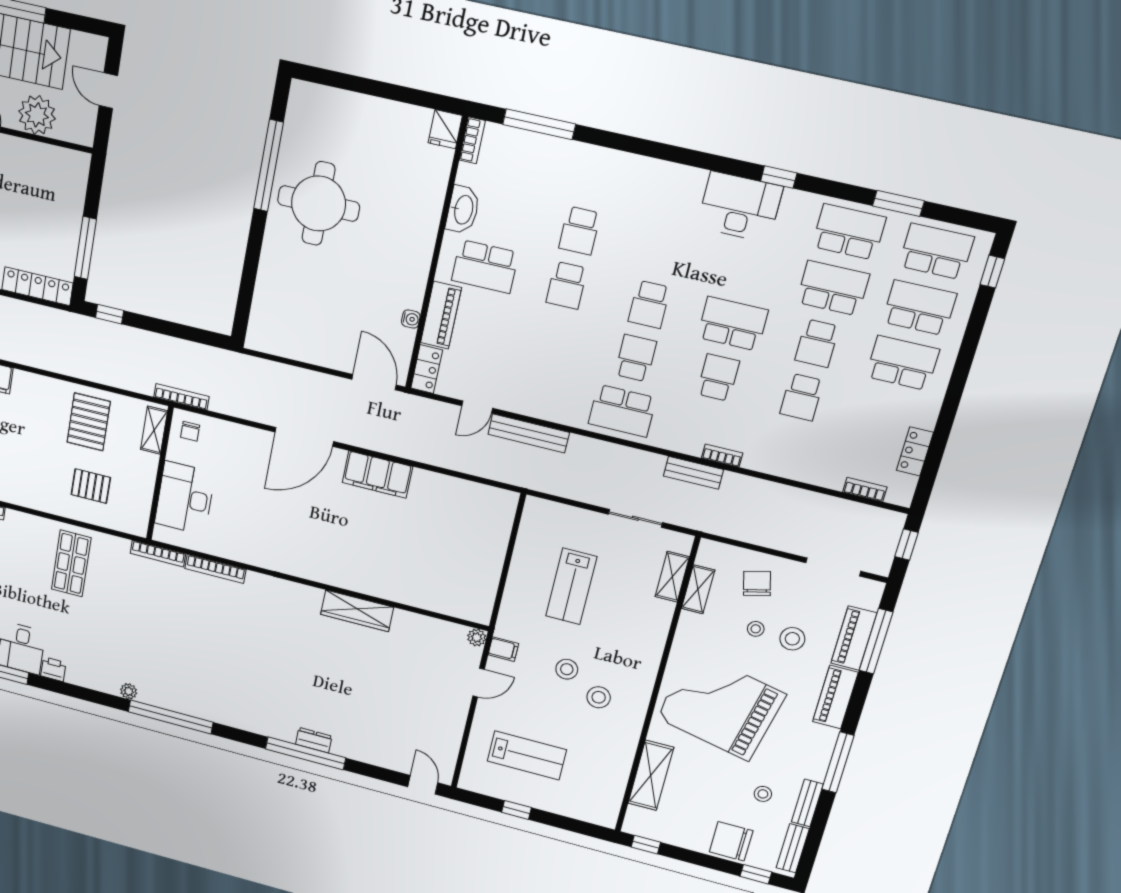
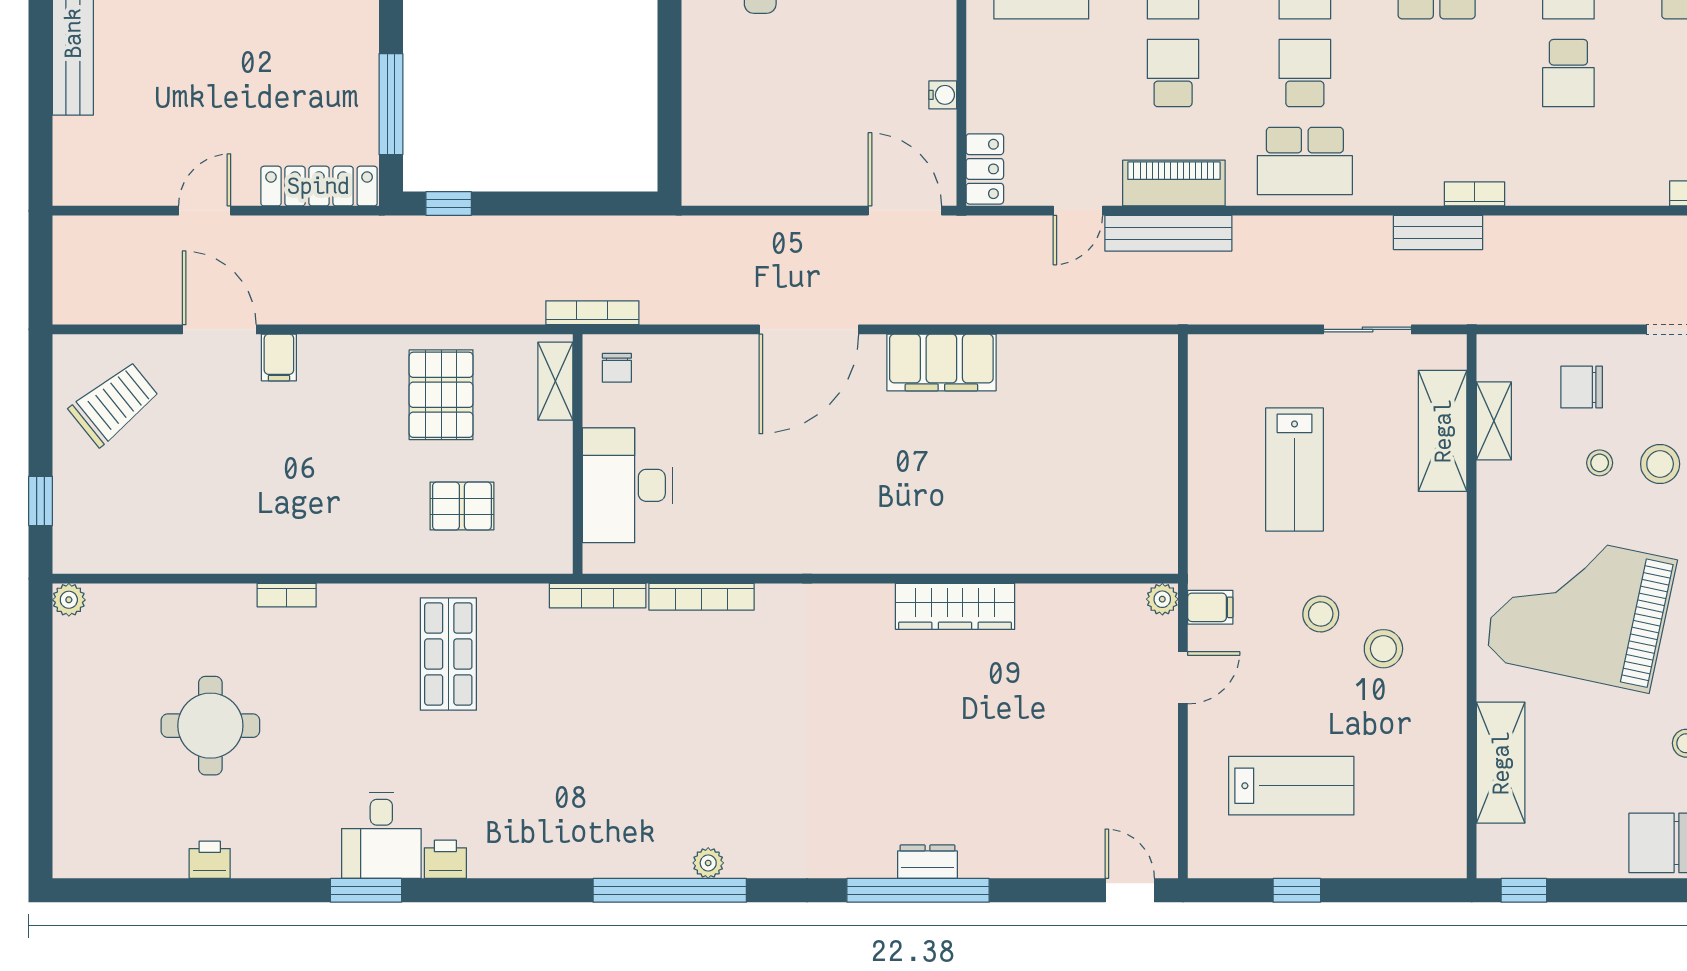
piano: (441, 315) -> (1174, 183), moved, turned -90
school desk: (718, 378) -> (1173, 73), moved
shelving: (672, 577) -> (1443, 431), width x1.50, depth x1.33
chair: (757, 583) -> (1582, 387), turned -76
plant: (129, 691) -> (708, 863), moved

